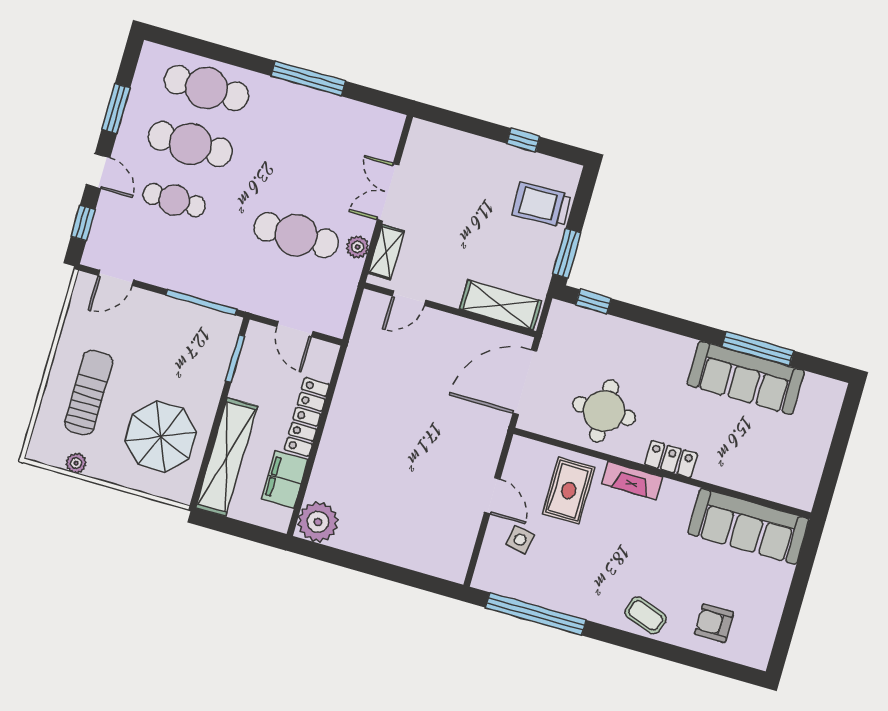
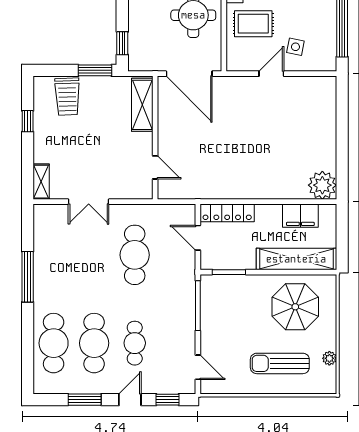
plant: (357, 247) -> (131, 212), removed
shelving: (386, 252) -> (41, 182), moved, turned 90
door: (295, 329) -> (198, 238), swing flipped
locker: (307, 417) -> (227, 213), moved

